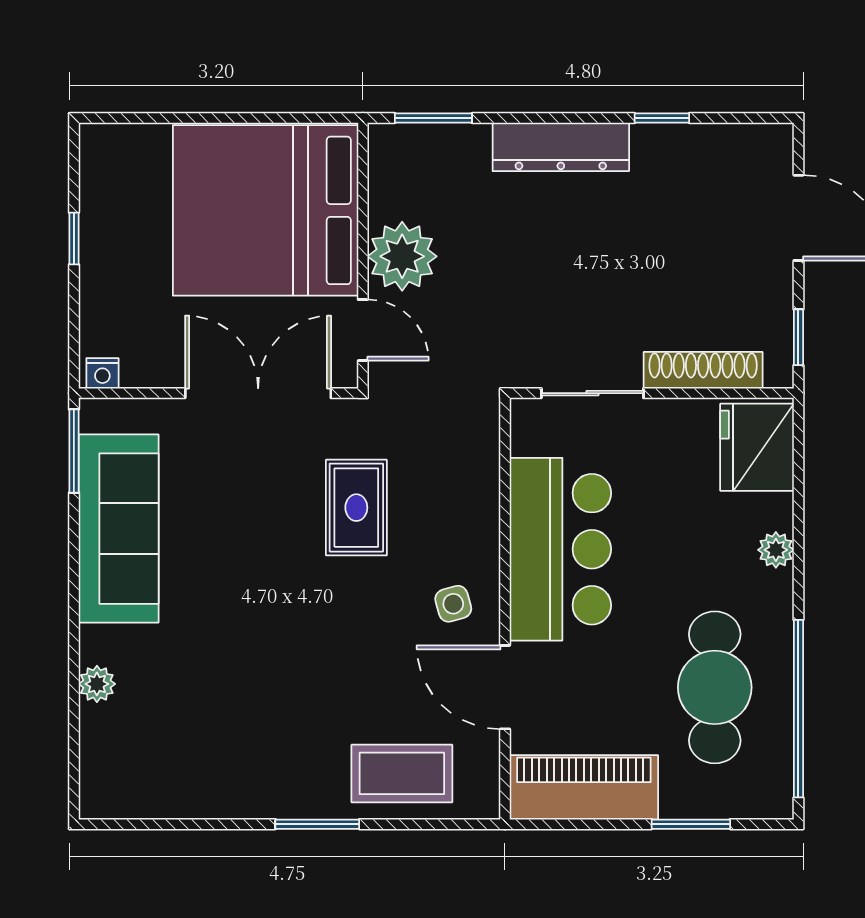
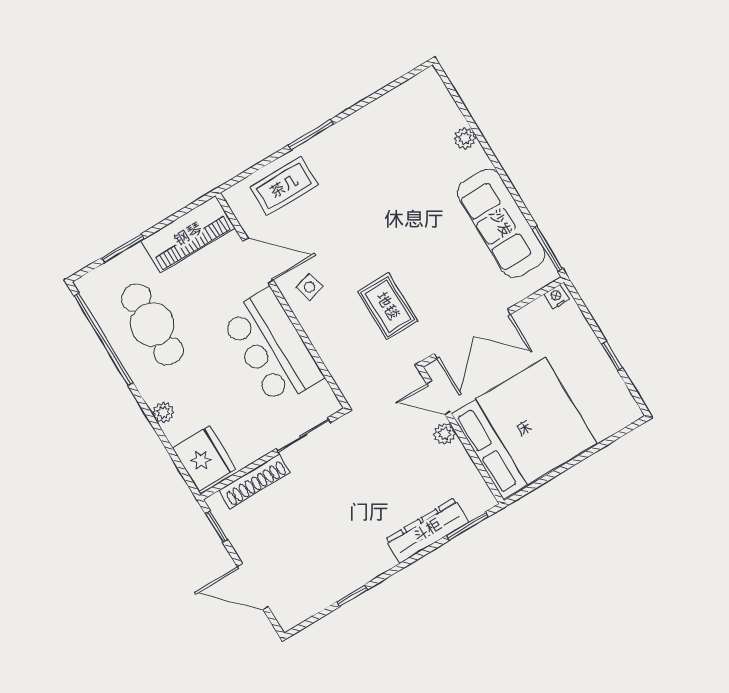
dresser: (561, 147) -> (427, 530), moved
plant: (402, 256) -> (444, 434), width x0.53, depth x0.53

